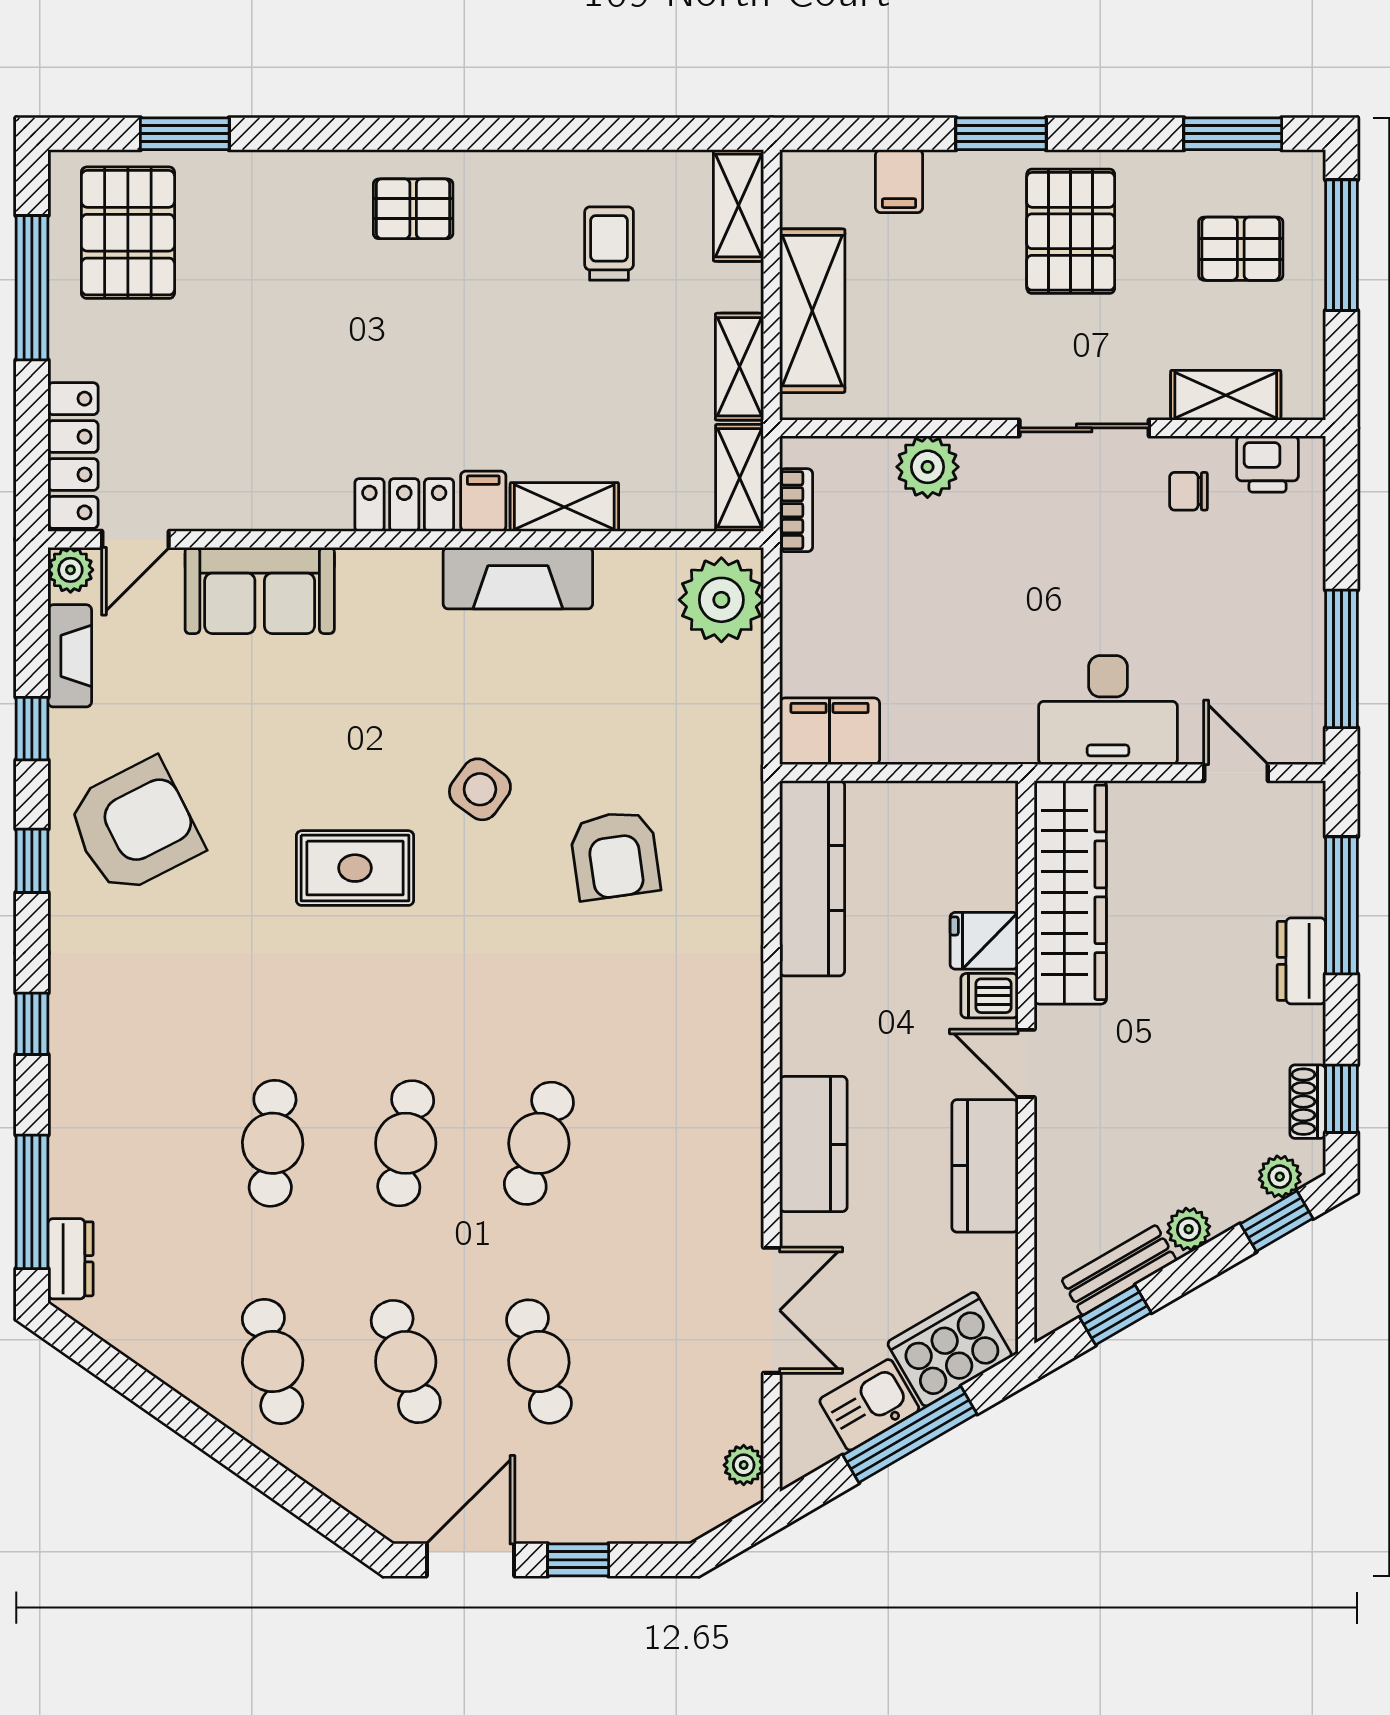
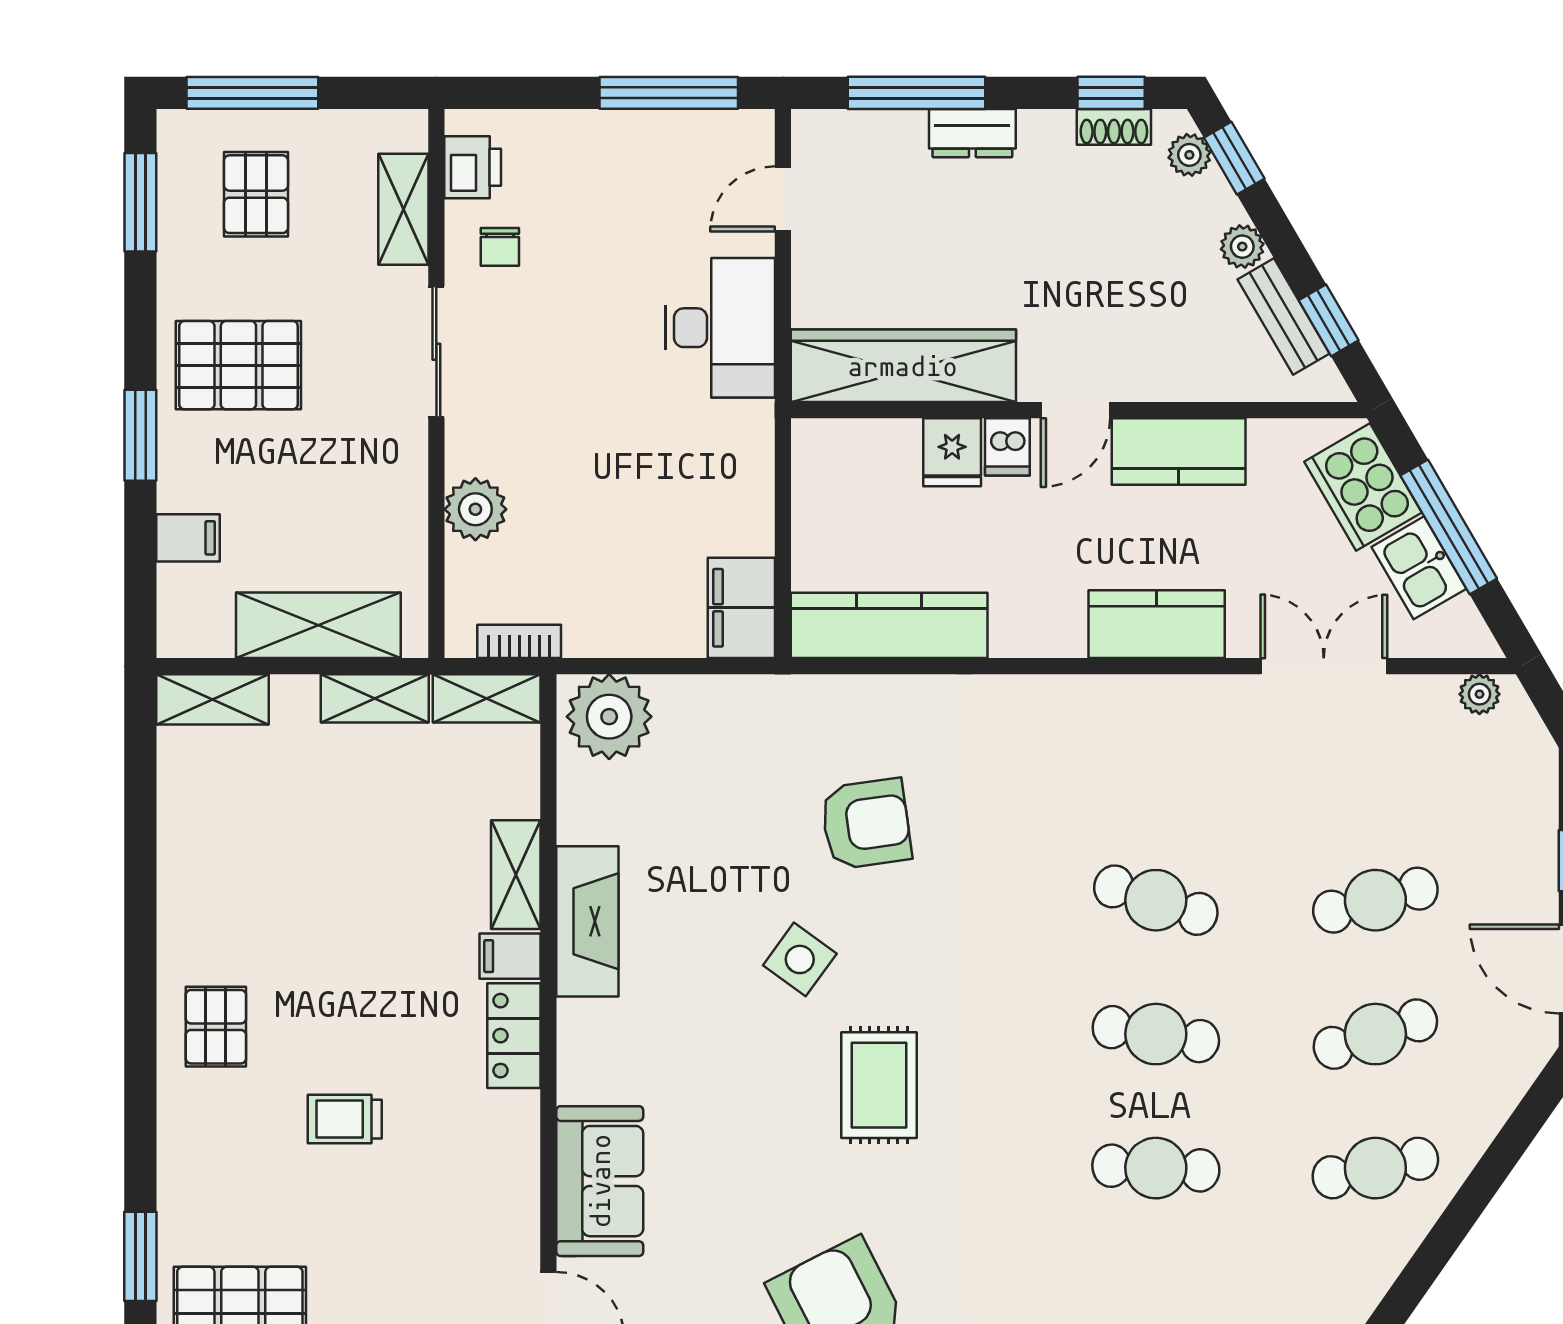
trolley: (609, 243) -> (345, 1119), moved

